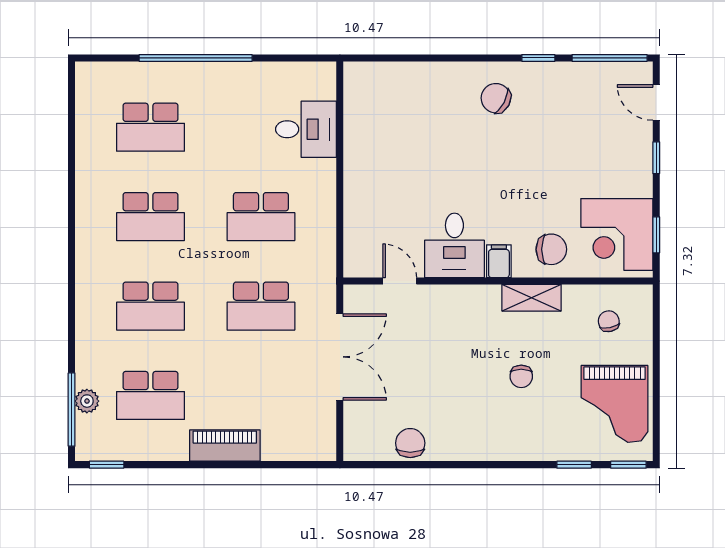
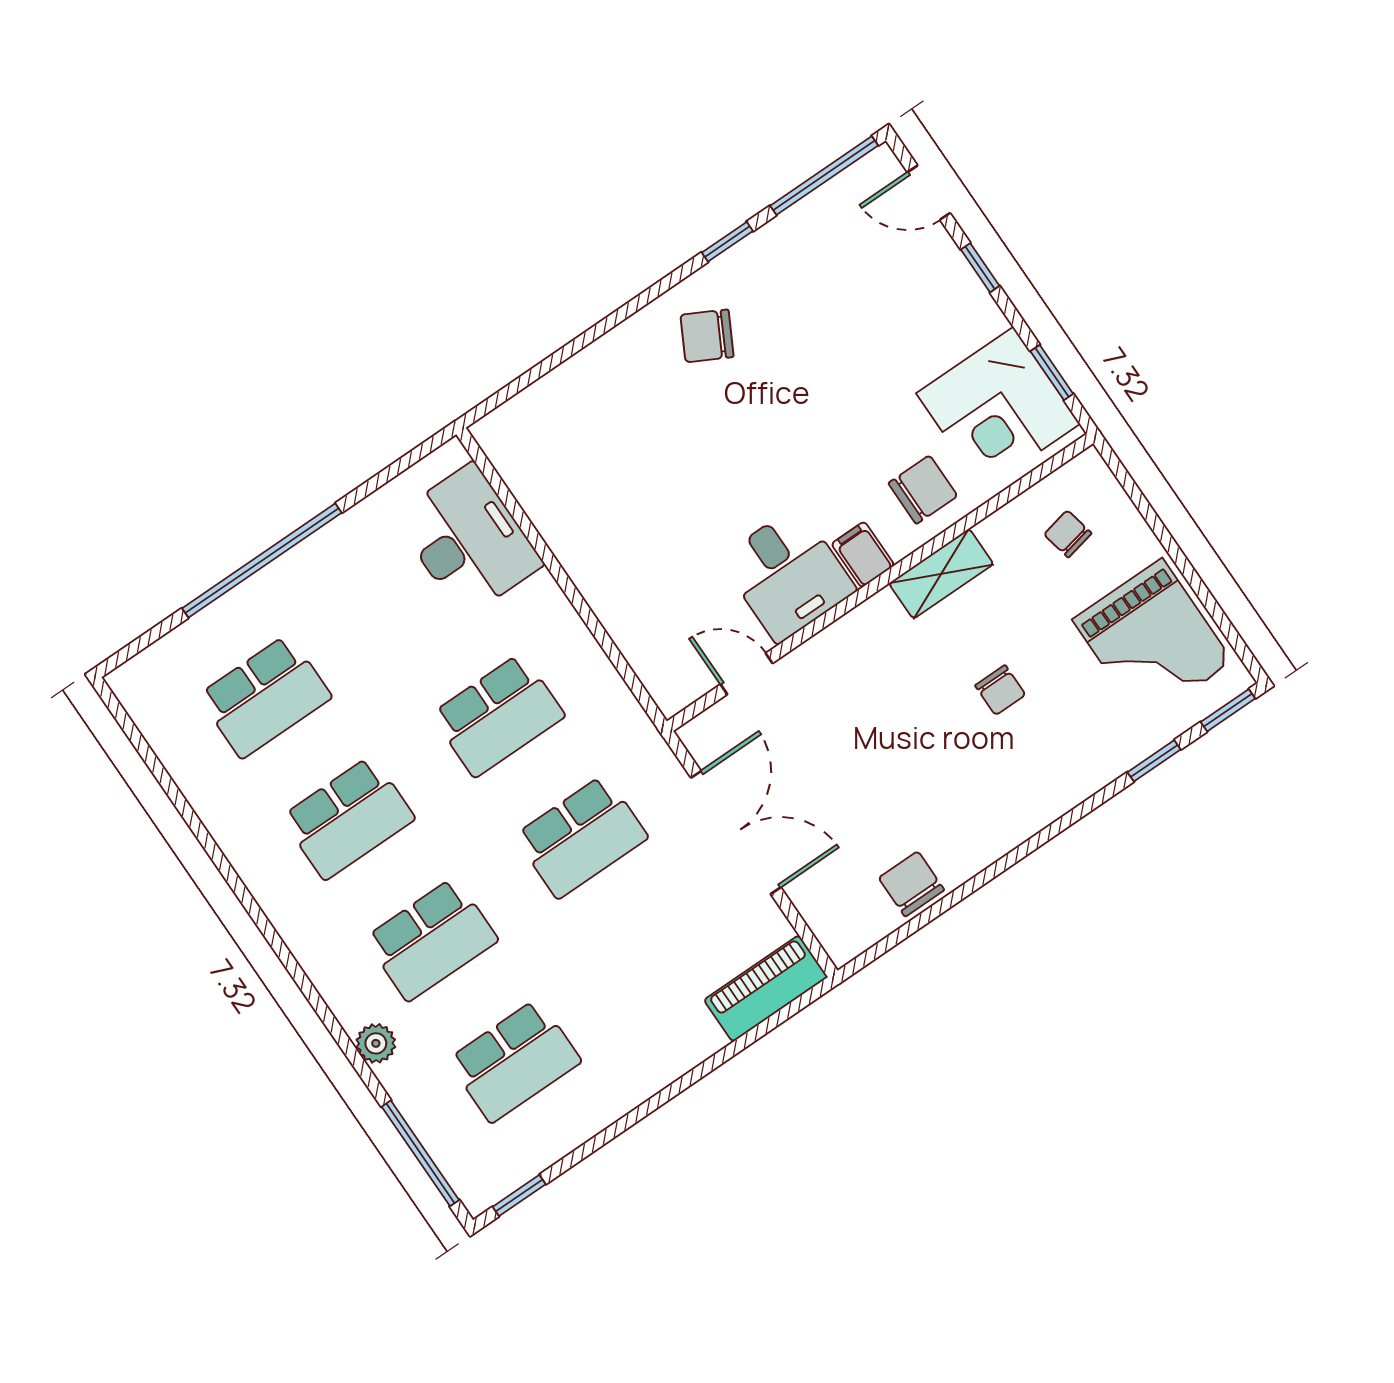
desk: (306, 129) -> (468, 540), width x1.37
plant: (87, 401) -> (376, 1043), moved
piano: (225, 446) -> (766, 989), moved

